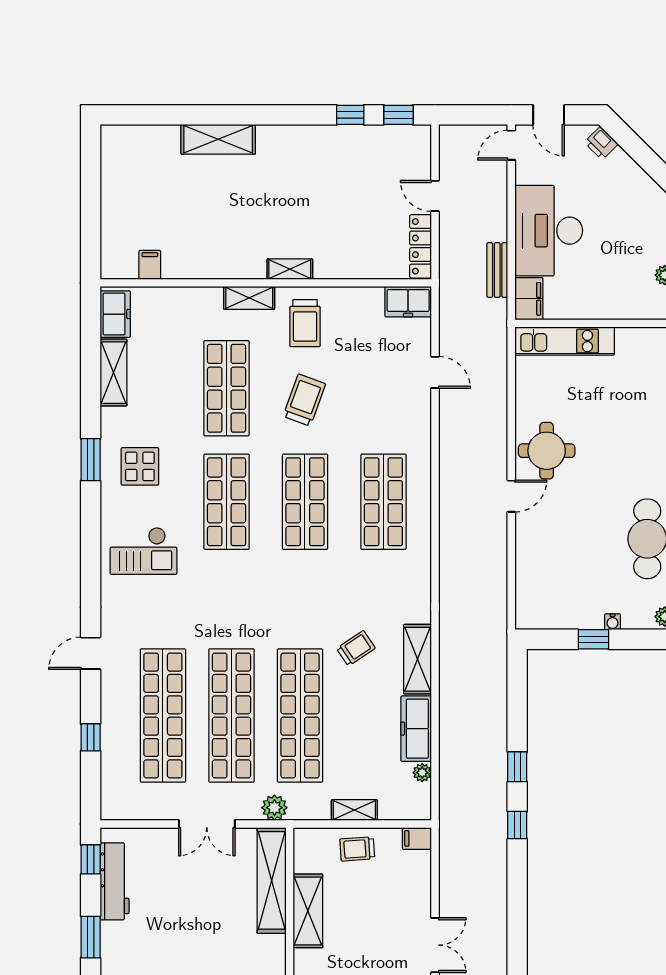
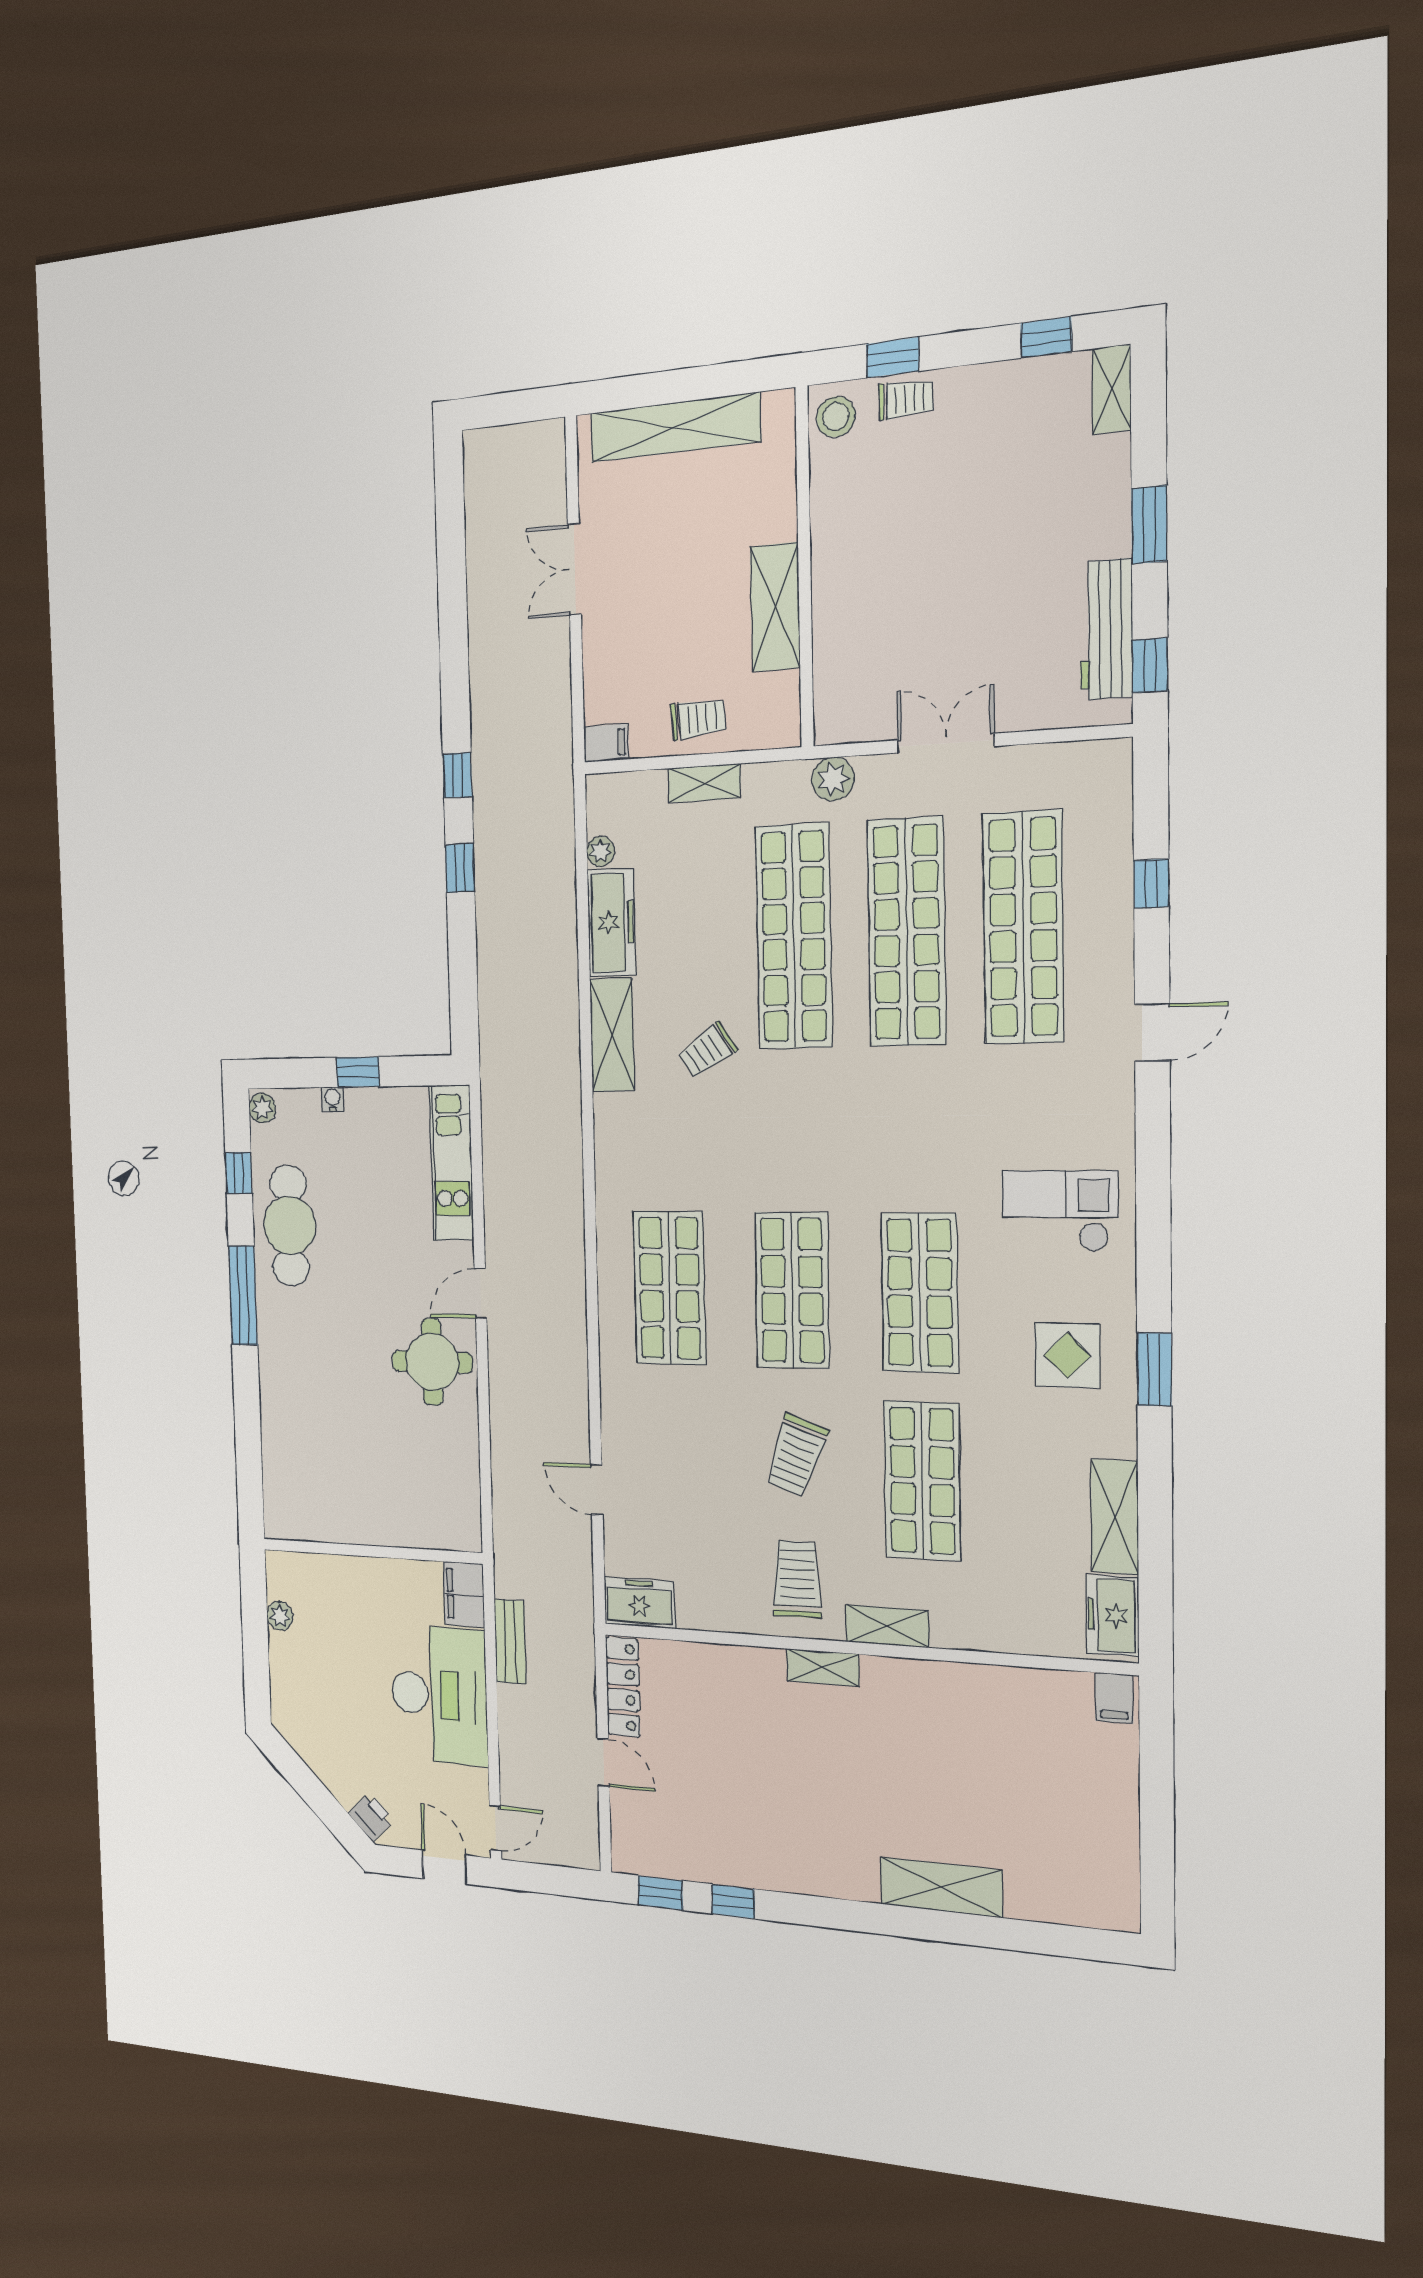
filing cabinet: (150, 265) -> (1114, 1698), moved
kitchen unit: (565, 341) -> (452, 1163), moved, turned -90
shelving: (272, 880) -> (836, 654), removed

